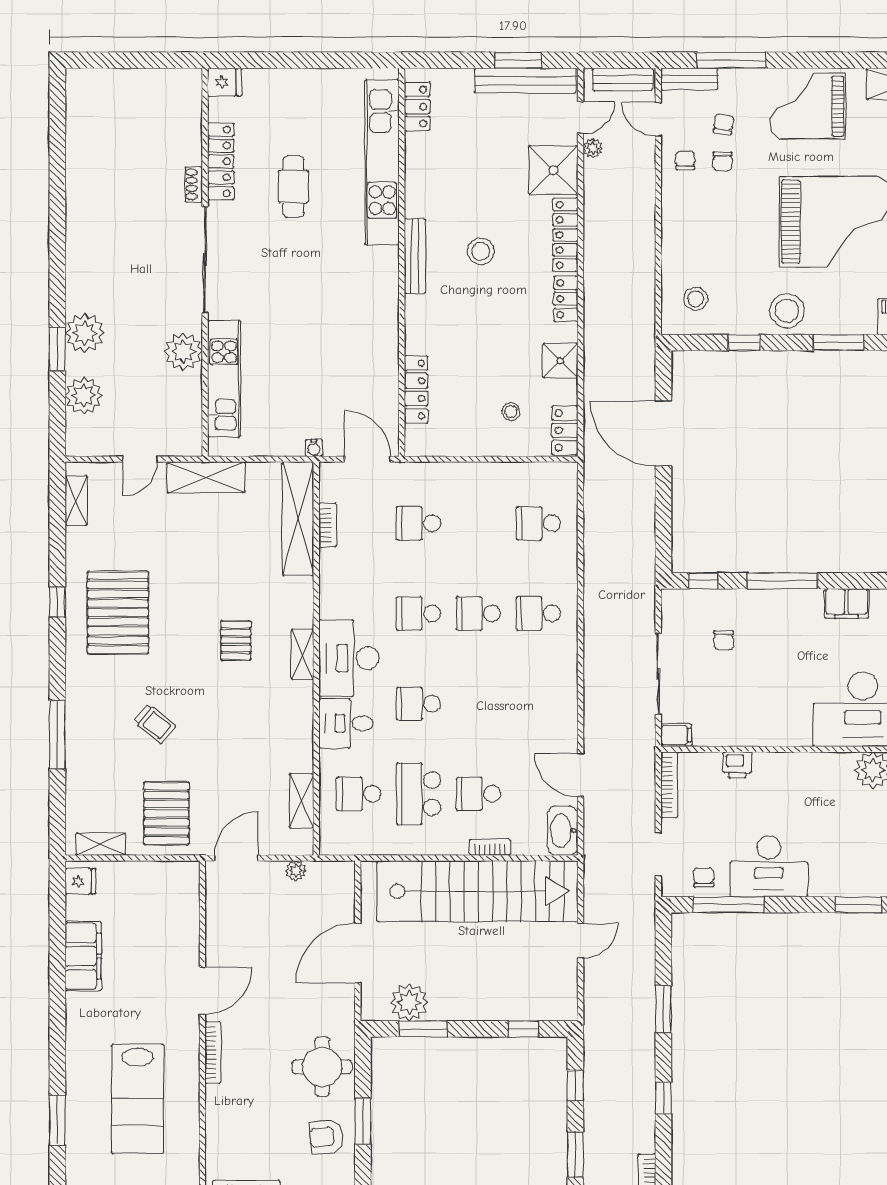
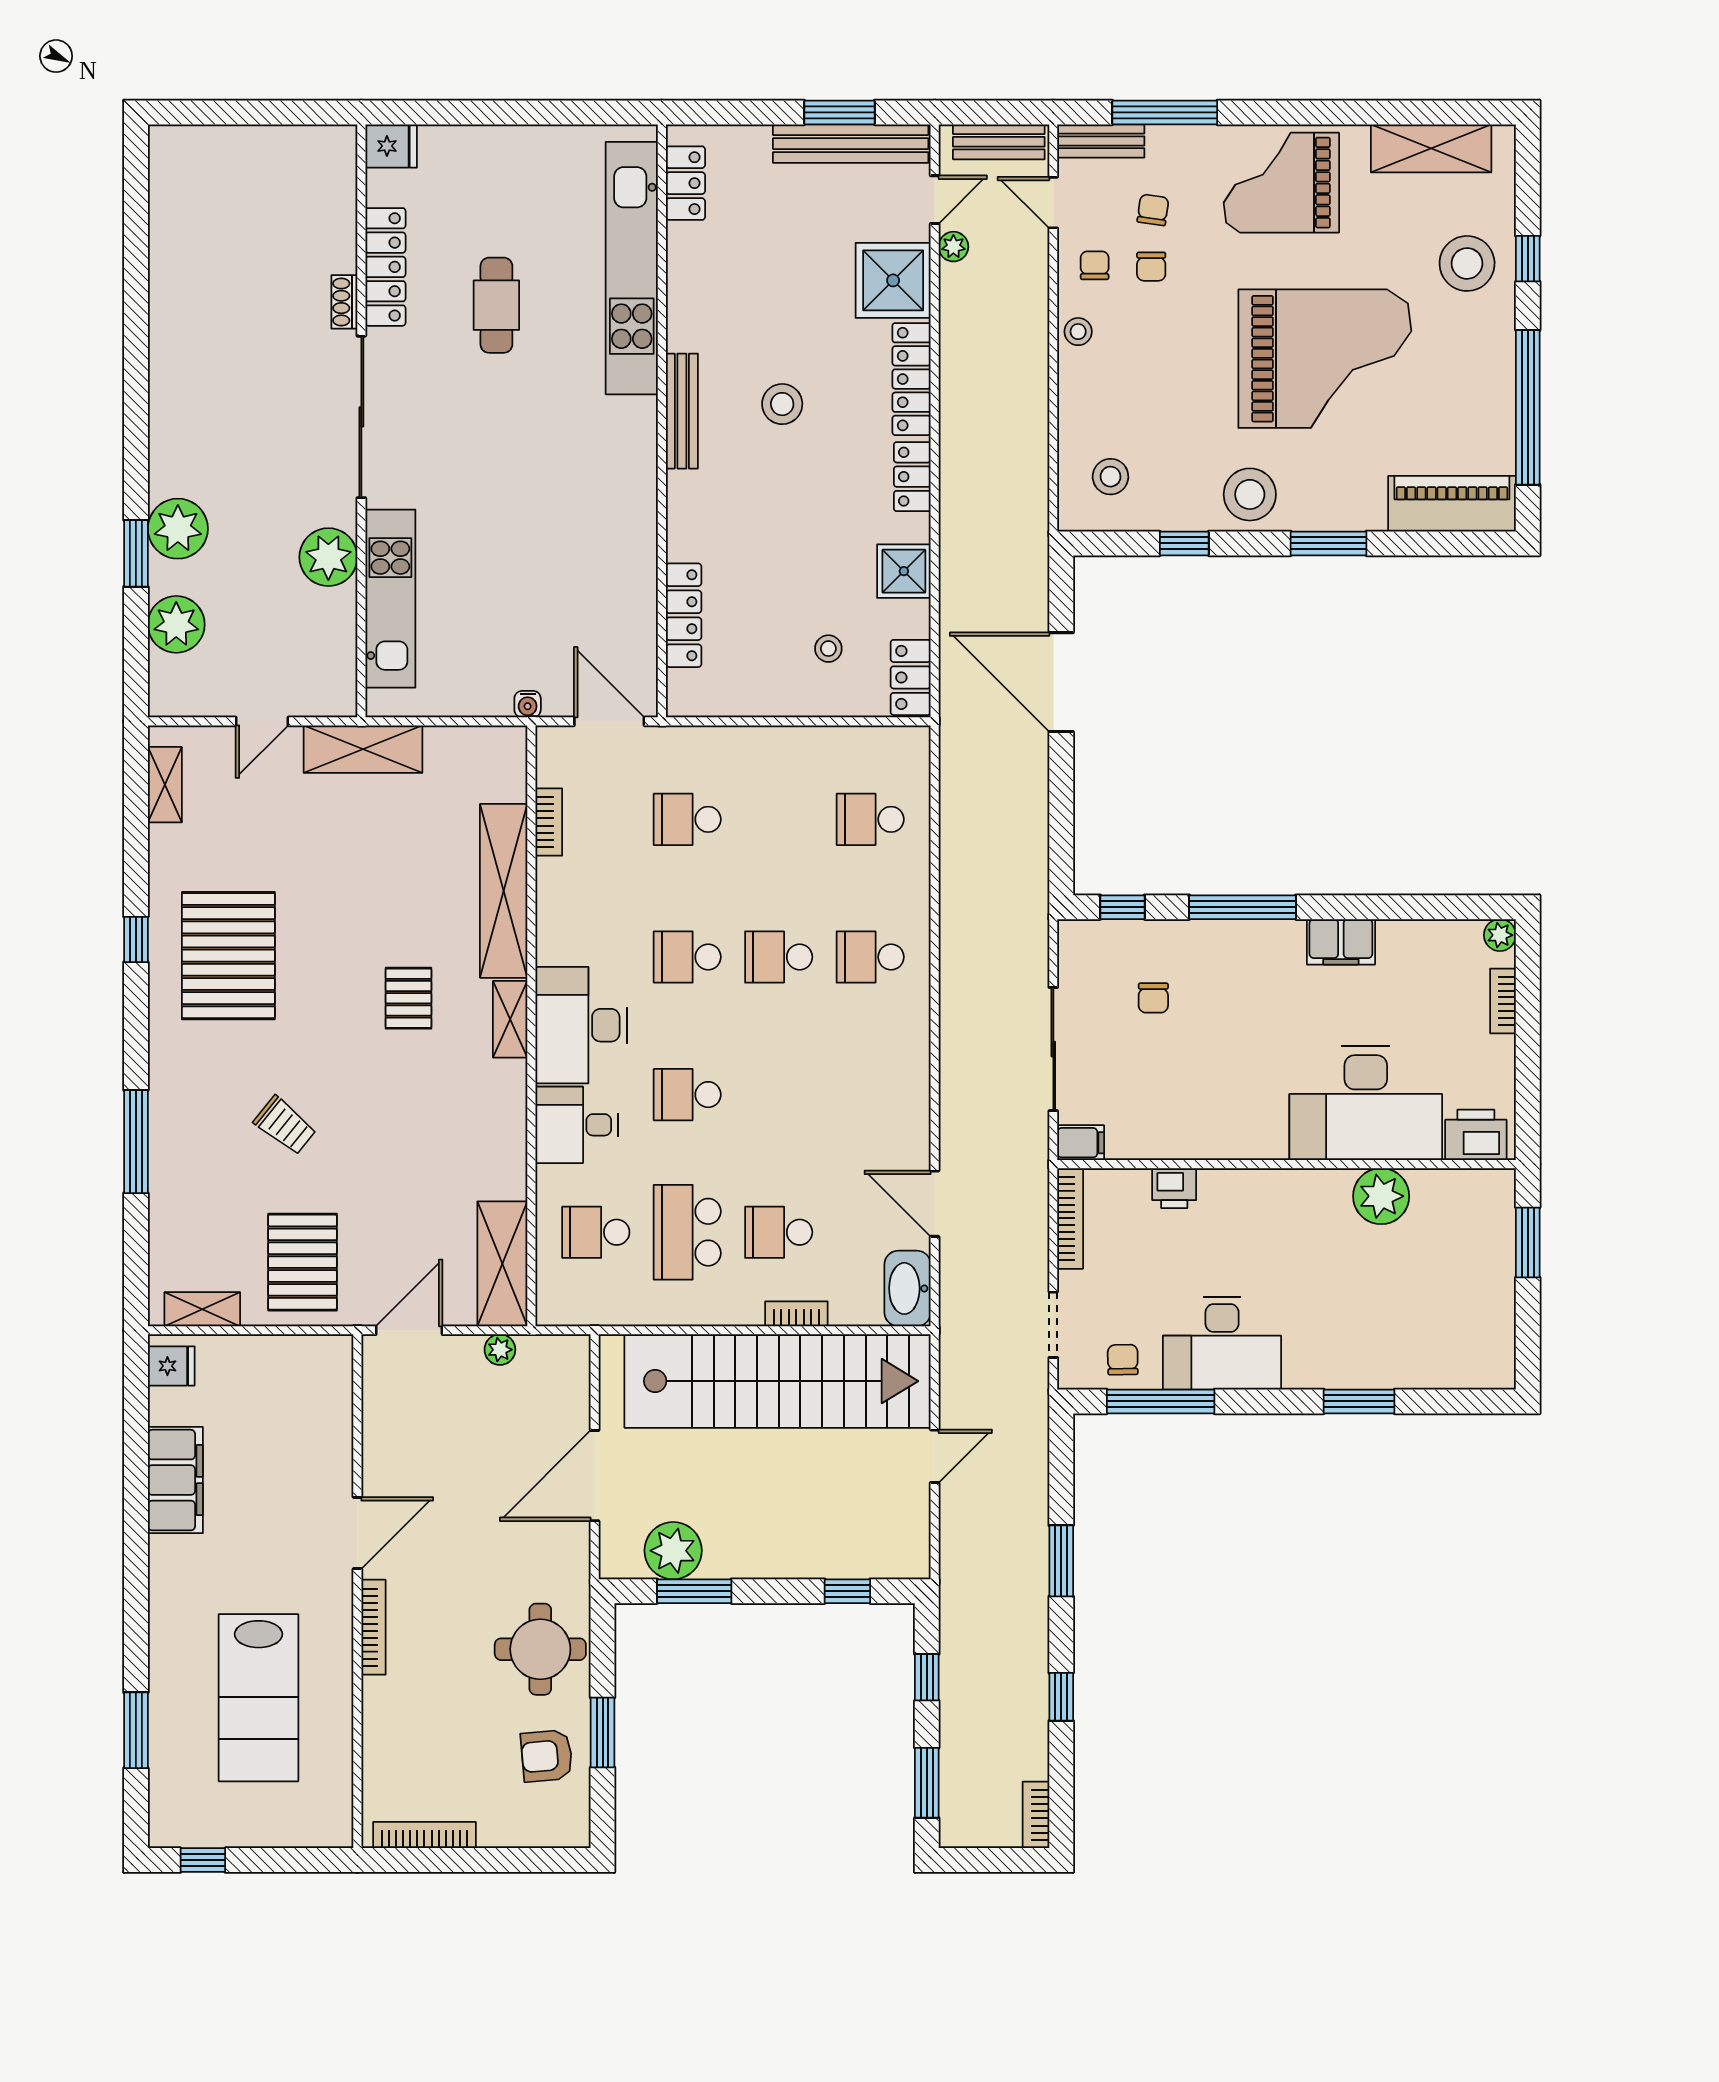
stool: (674, 204) -> (1078, 332), added
shelving: (298, 519) -> (504, 891), moved
shelving: (301, 801) -> (502, 1264), width x1.50, depth x1.33

